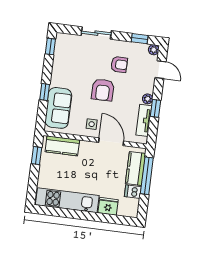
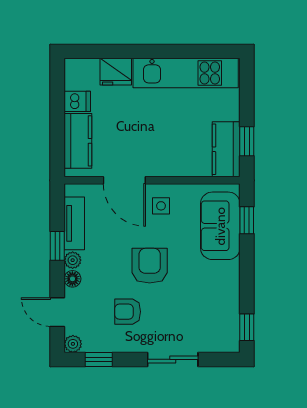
floor lamp: (149, 88) -> (72, 279), added
window: (45, 92) -> (247, 220), moved
kitchen counter: (62, 146) -> (226, 149), moved, turned -90
window: (147, 176) -> (57, 131), removed

